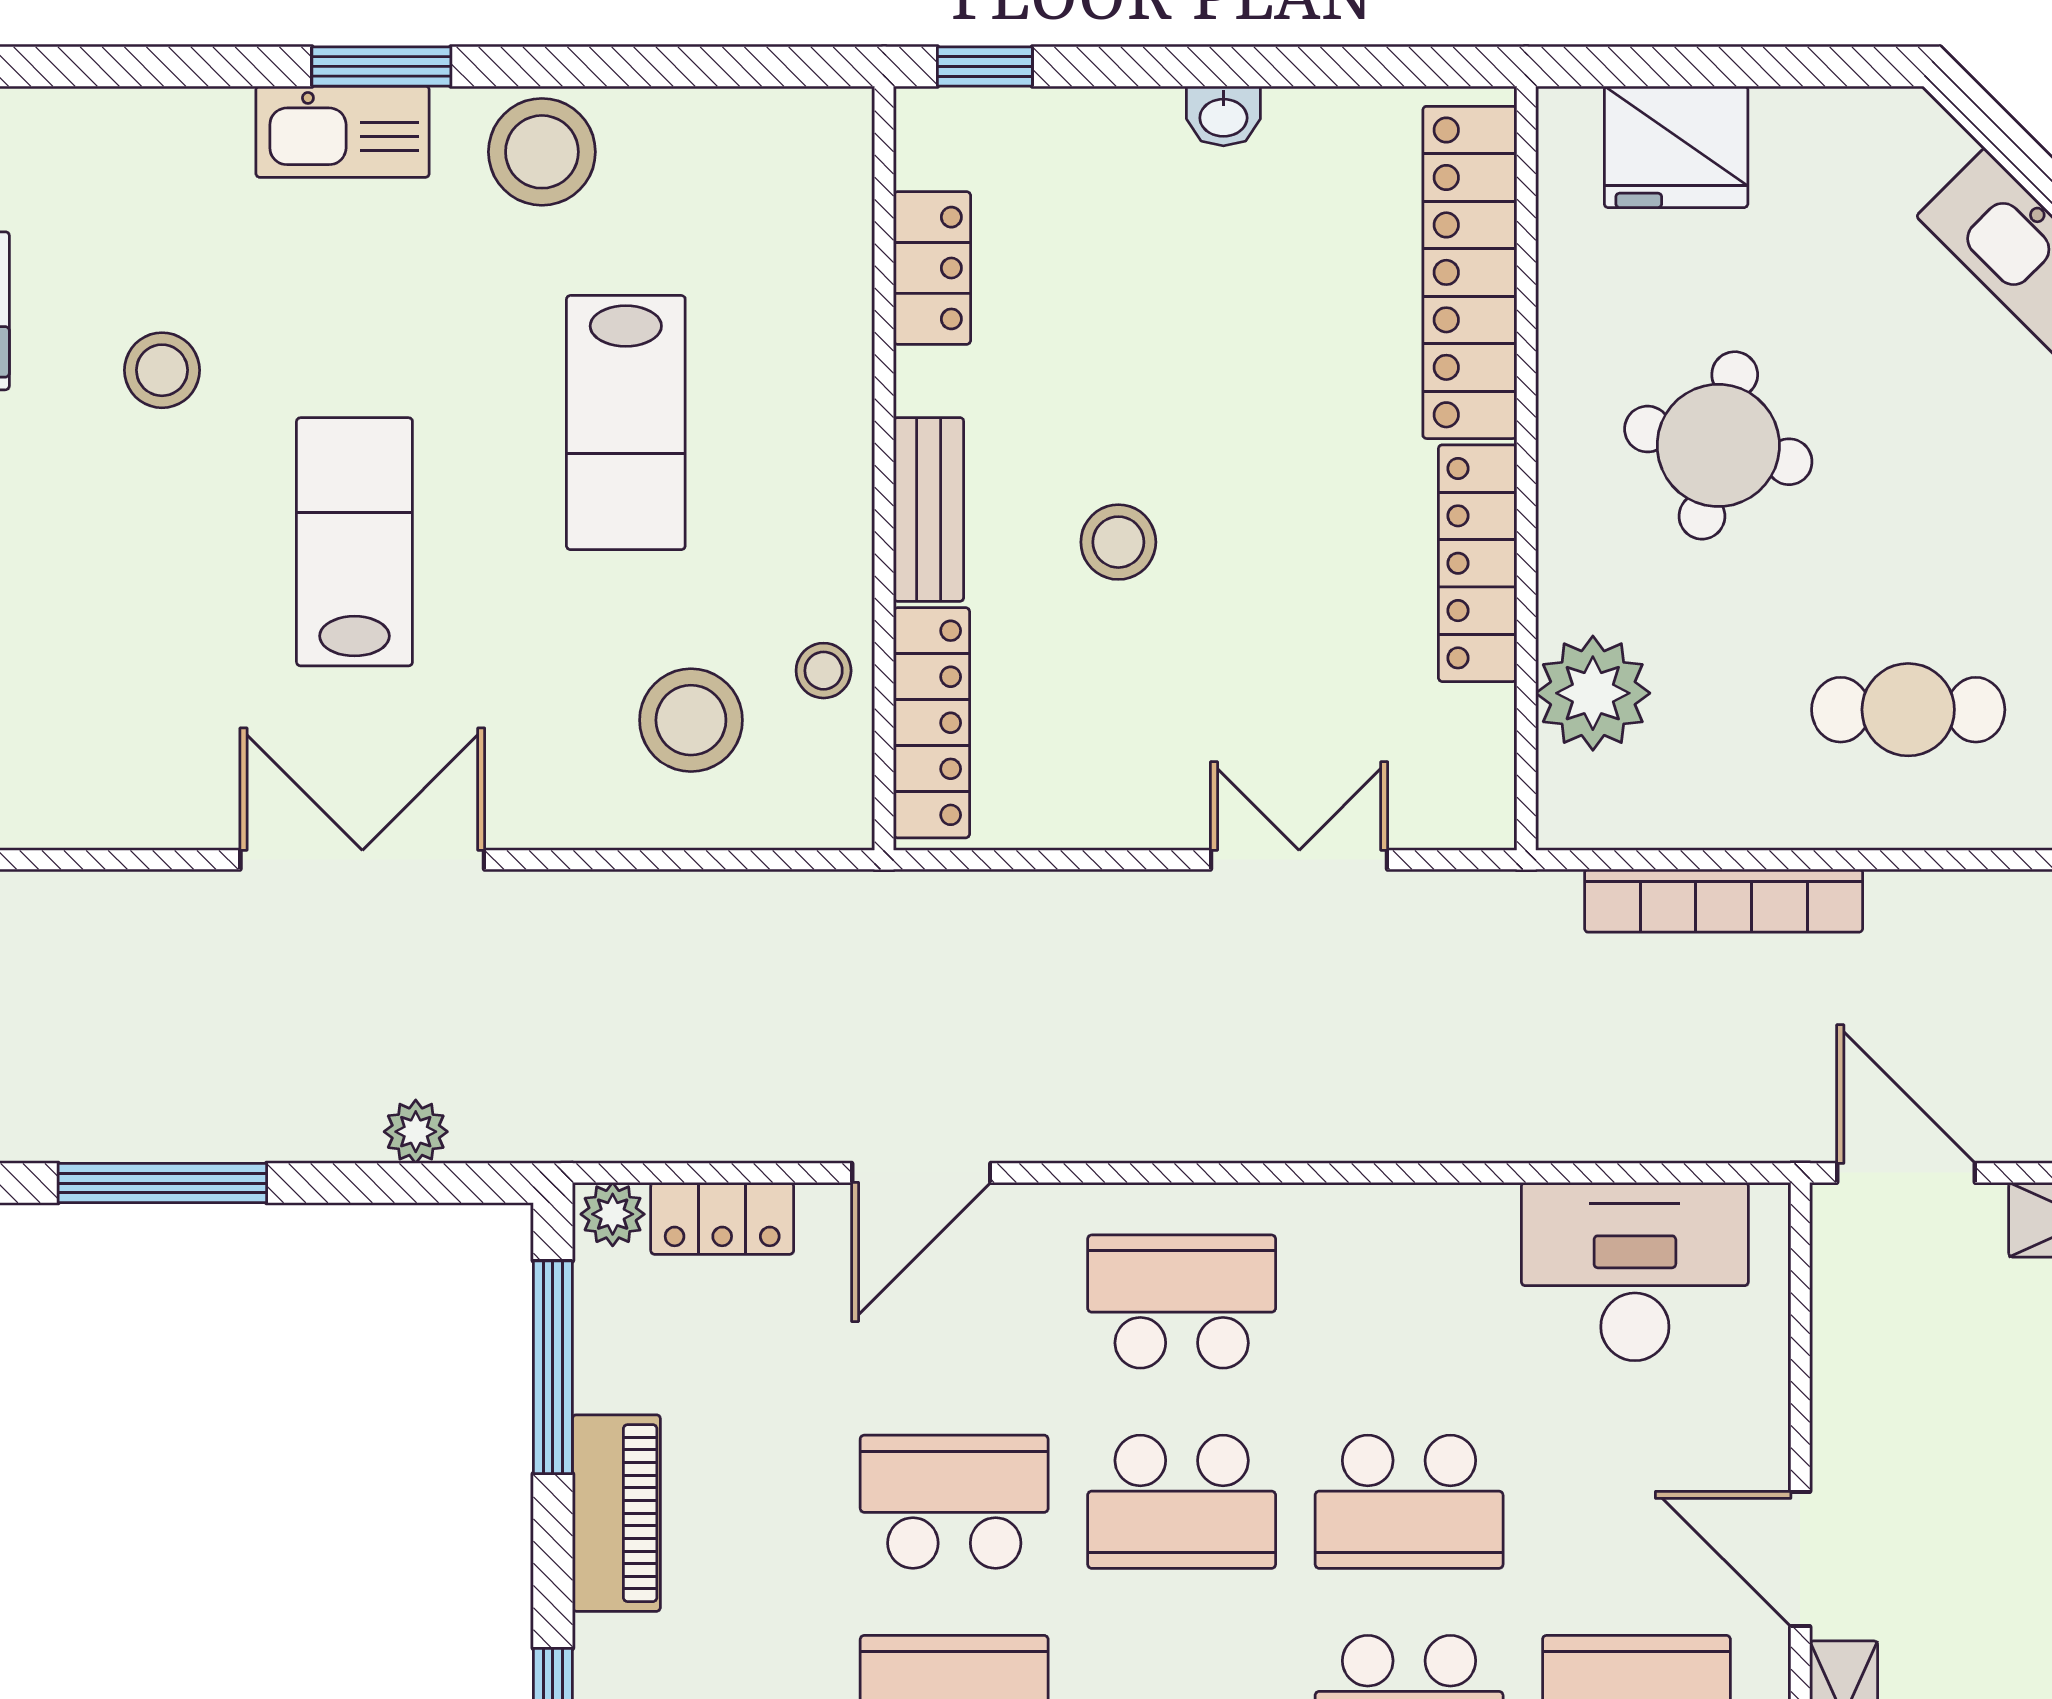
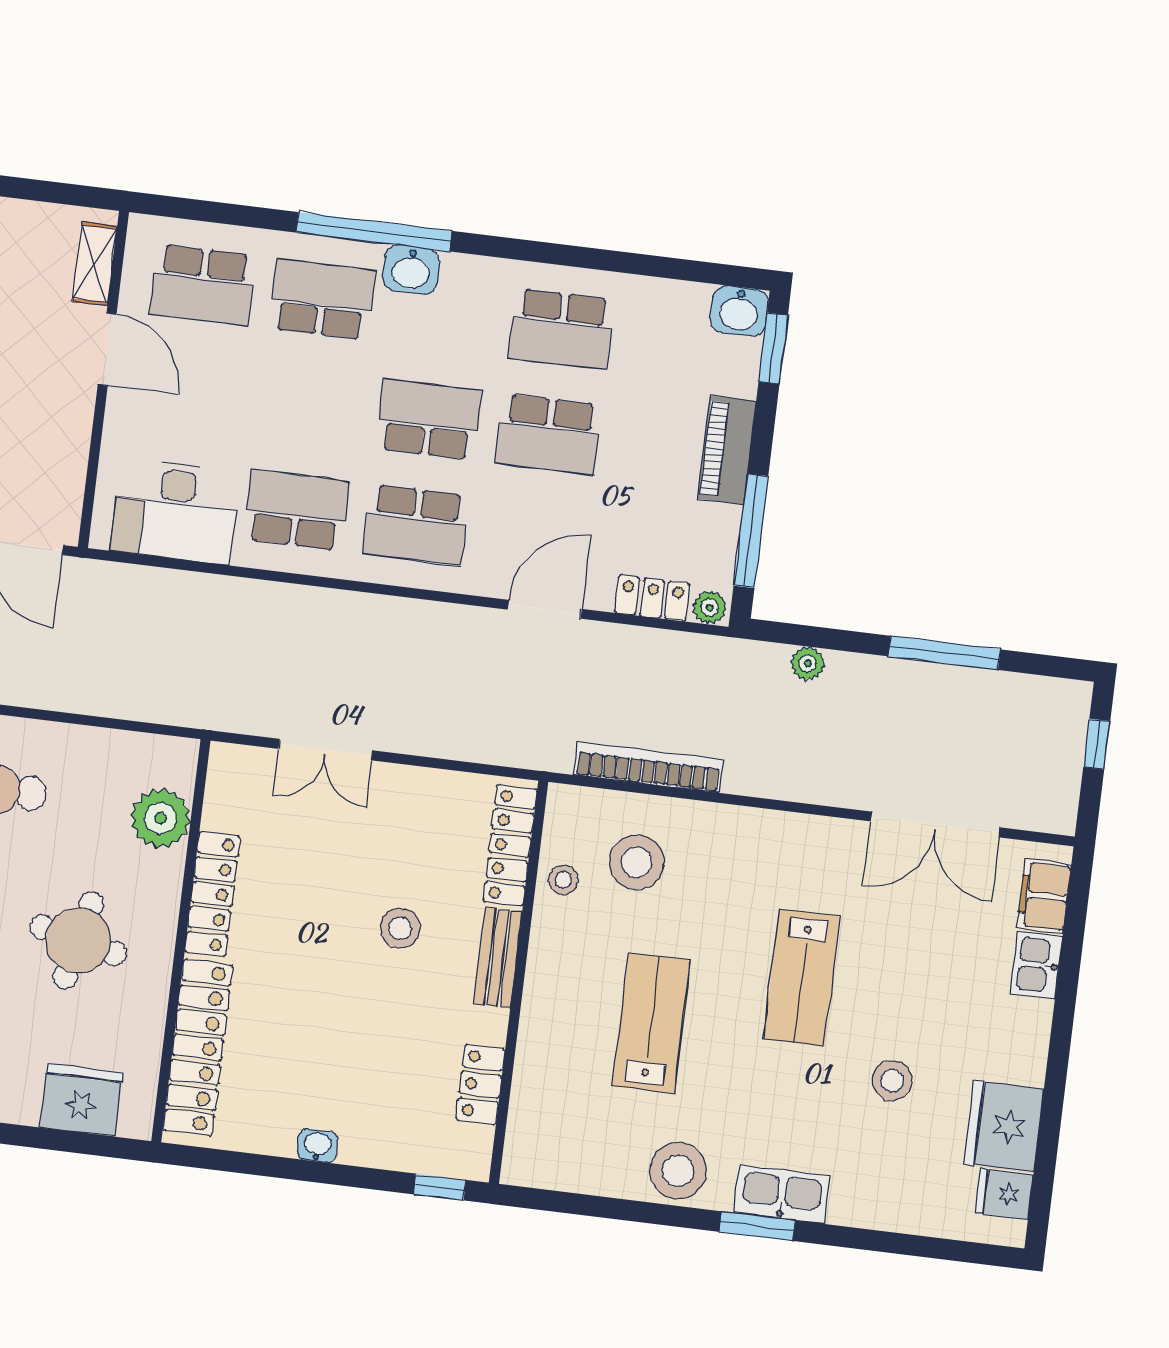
double door: (362, 860) -> (935, 824), moved
bookcase: (1724, 901) -> (648, 767), moved
school desk: (1409, 1502) -> (296, 510), moved

